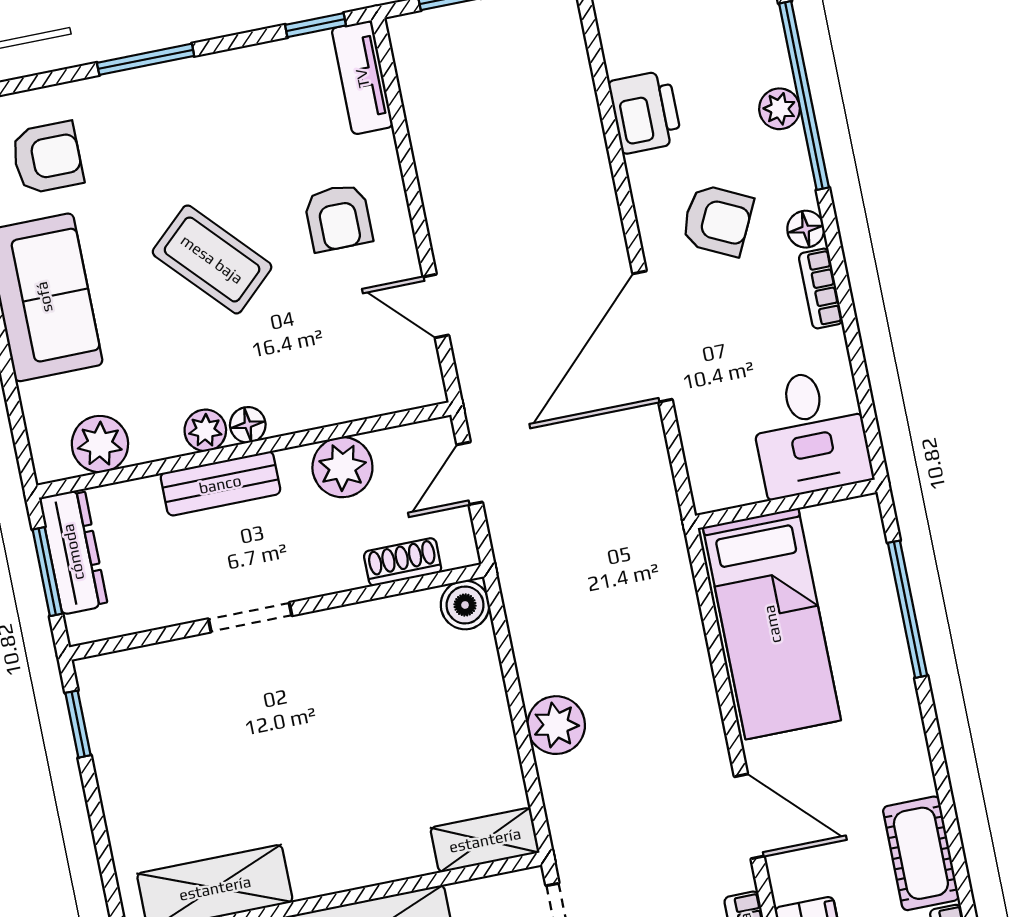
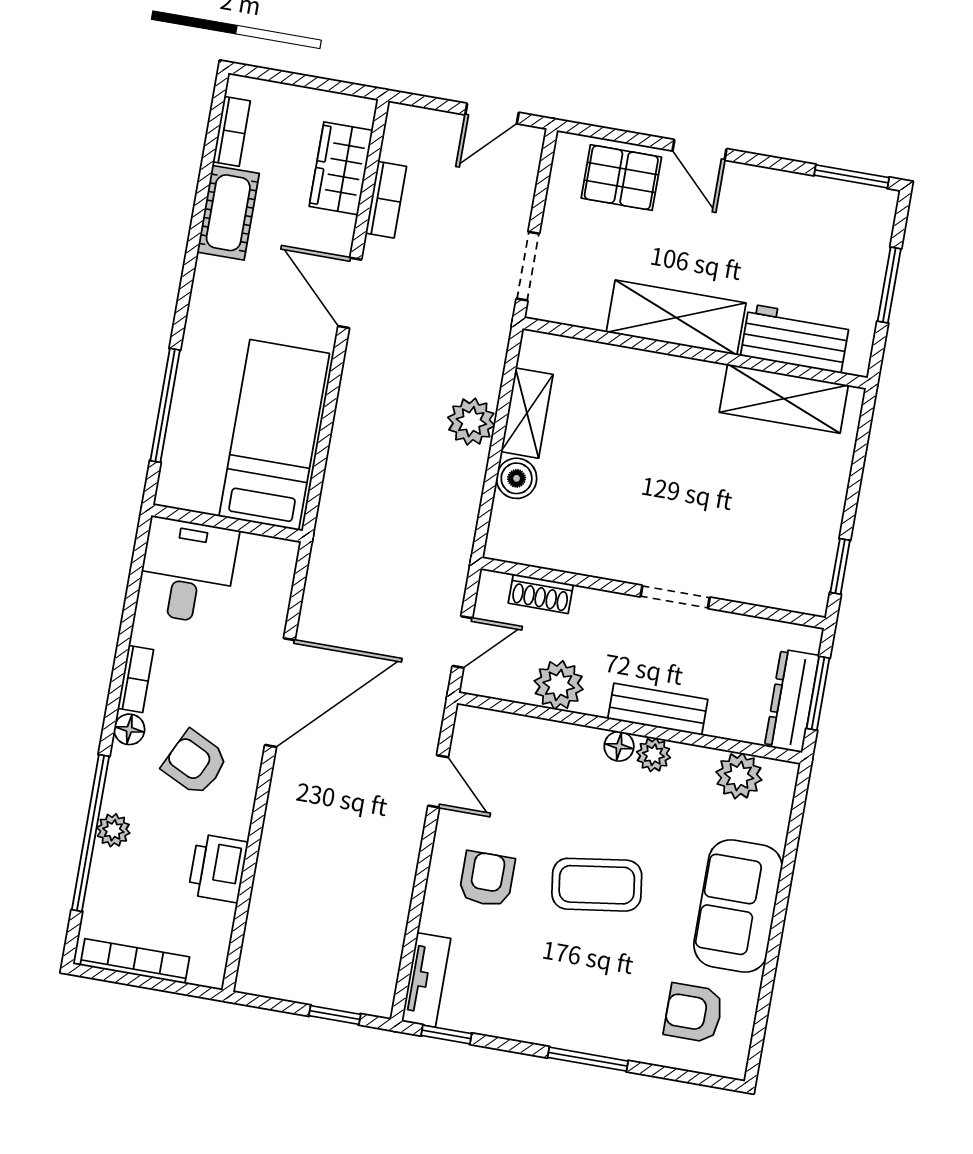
coffee table: (212, 259) -> (597, 885), turned -55
boiler: (465, 605) -> (517, 478), moved
shelving: (485, 840) -> (527, 413), moved, turned 90

